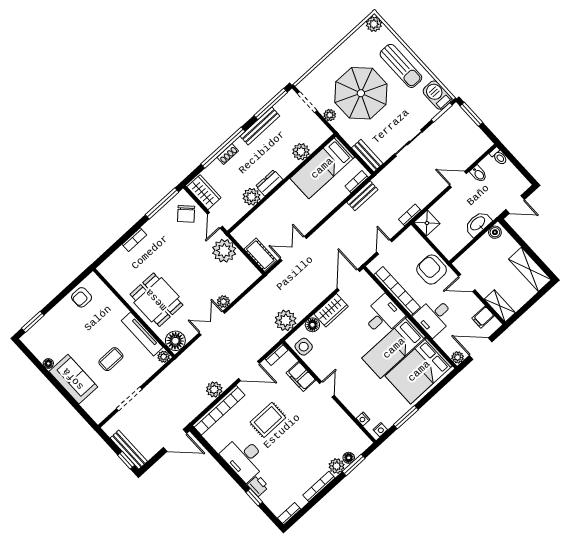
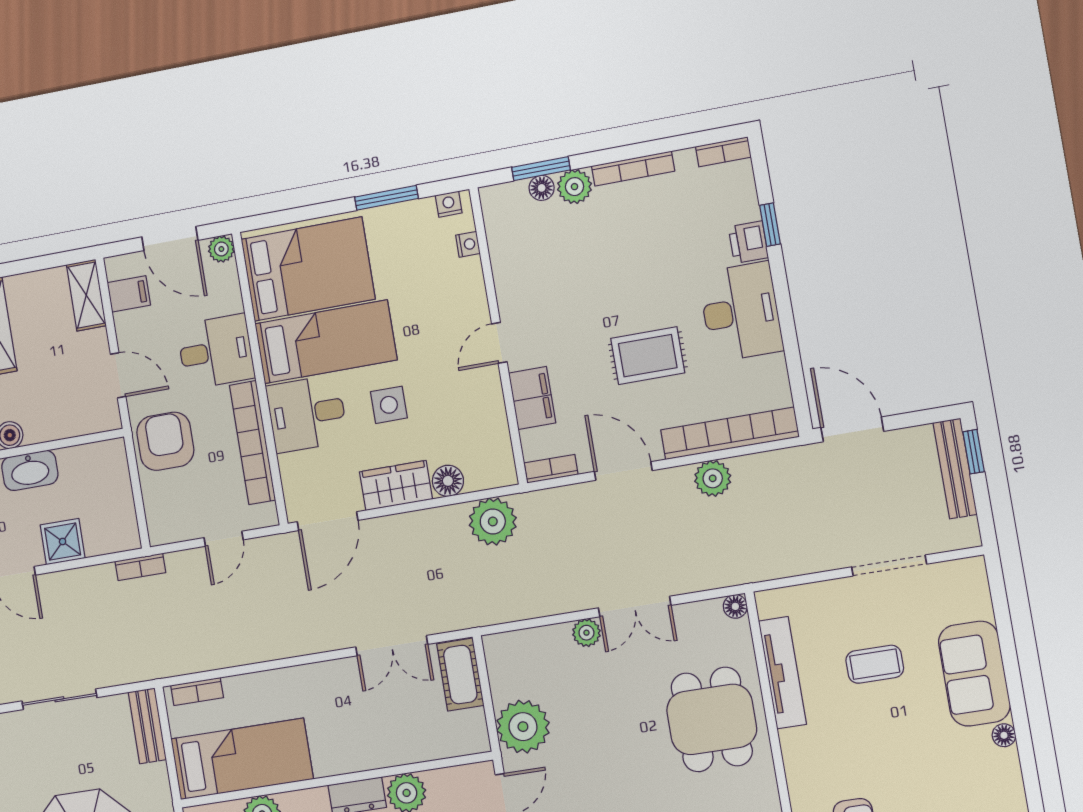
bench: (362, 196) -> (203, 659), removed
shower: (427, 223) -> (63, 542), moved
armchair: (432, 270) -> (165, 441), turned 180
floor lamp: (175, 341) -> (735, 606), width x0.53, depth x0.53
side table: (304, 347) -> (389, 405), moved
plant: (164, 357) -> (769, 603), removed

